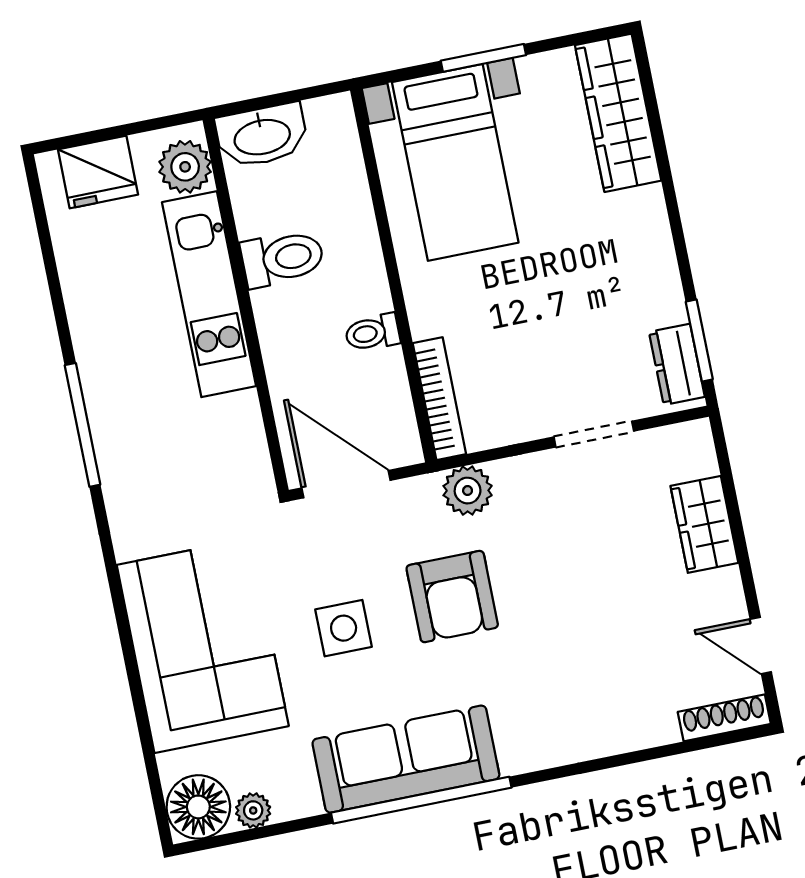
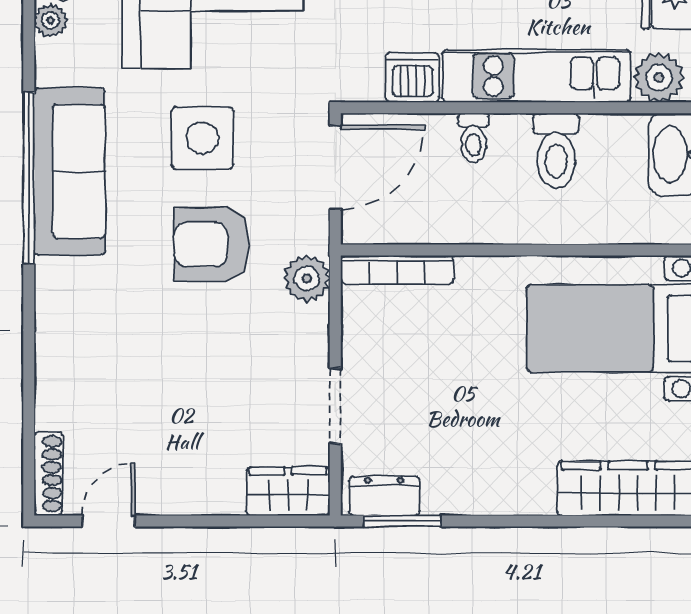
toilet: (372, 333) -> (474, 138), moved, turned 180
dishwasher: (237, 423) -> (412, 77), added
wardrobe: (704, 524) -> (288, 491), moved
side table: (344, 628) -> (202, 138), width x1.37, depth x1.37

